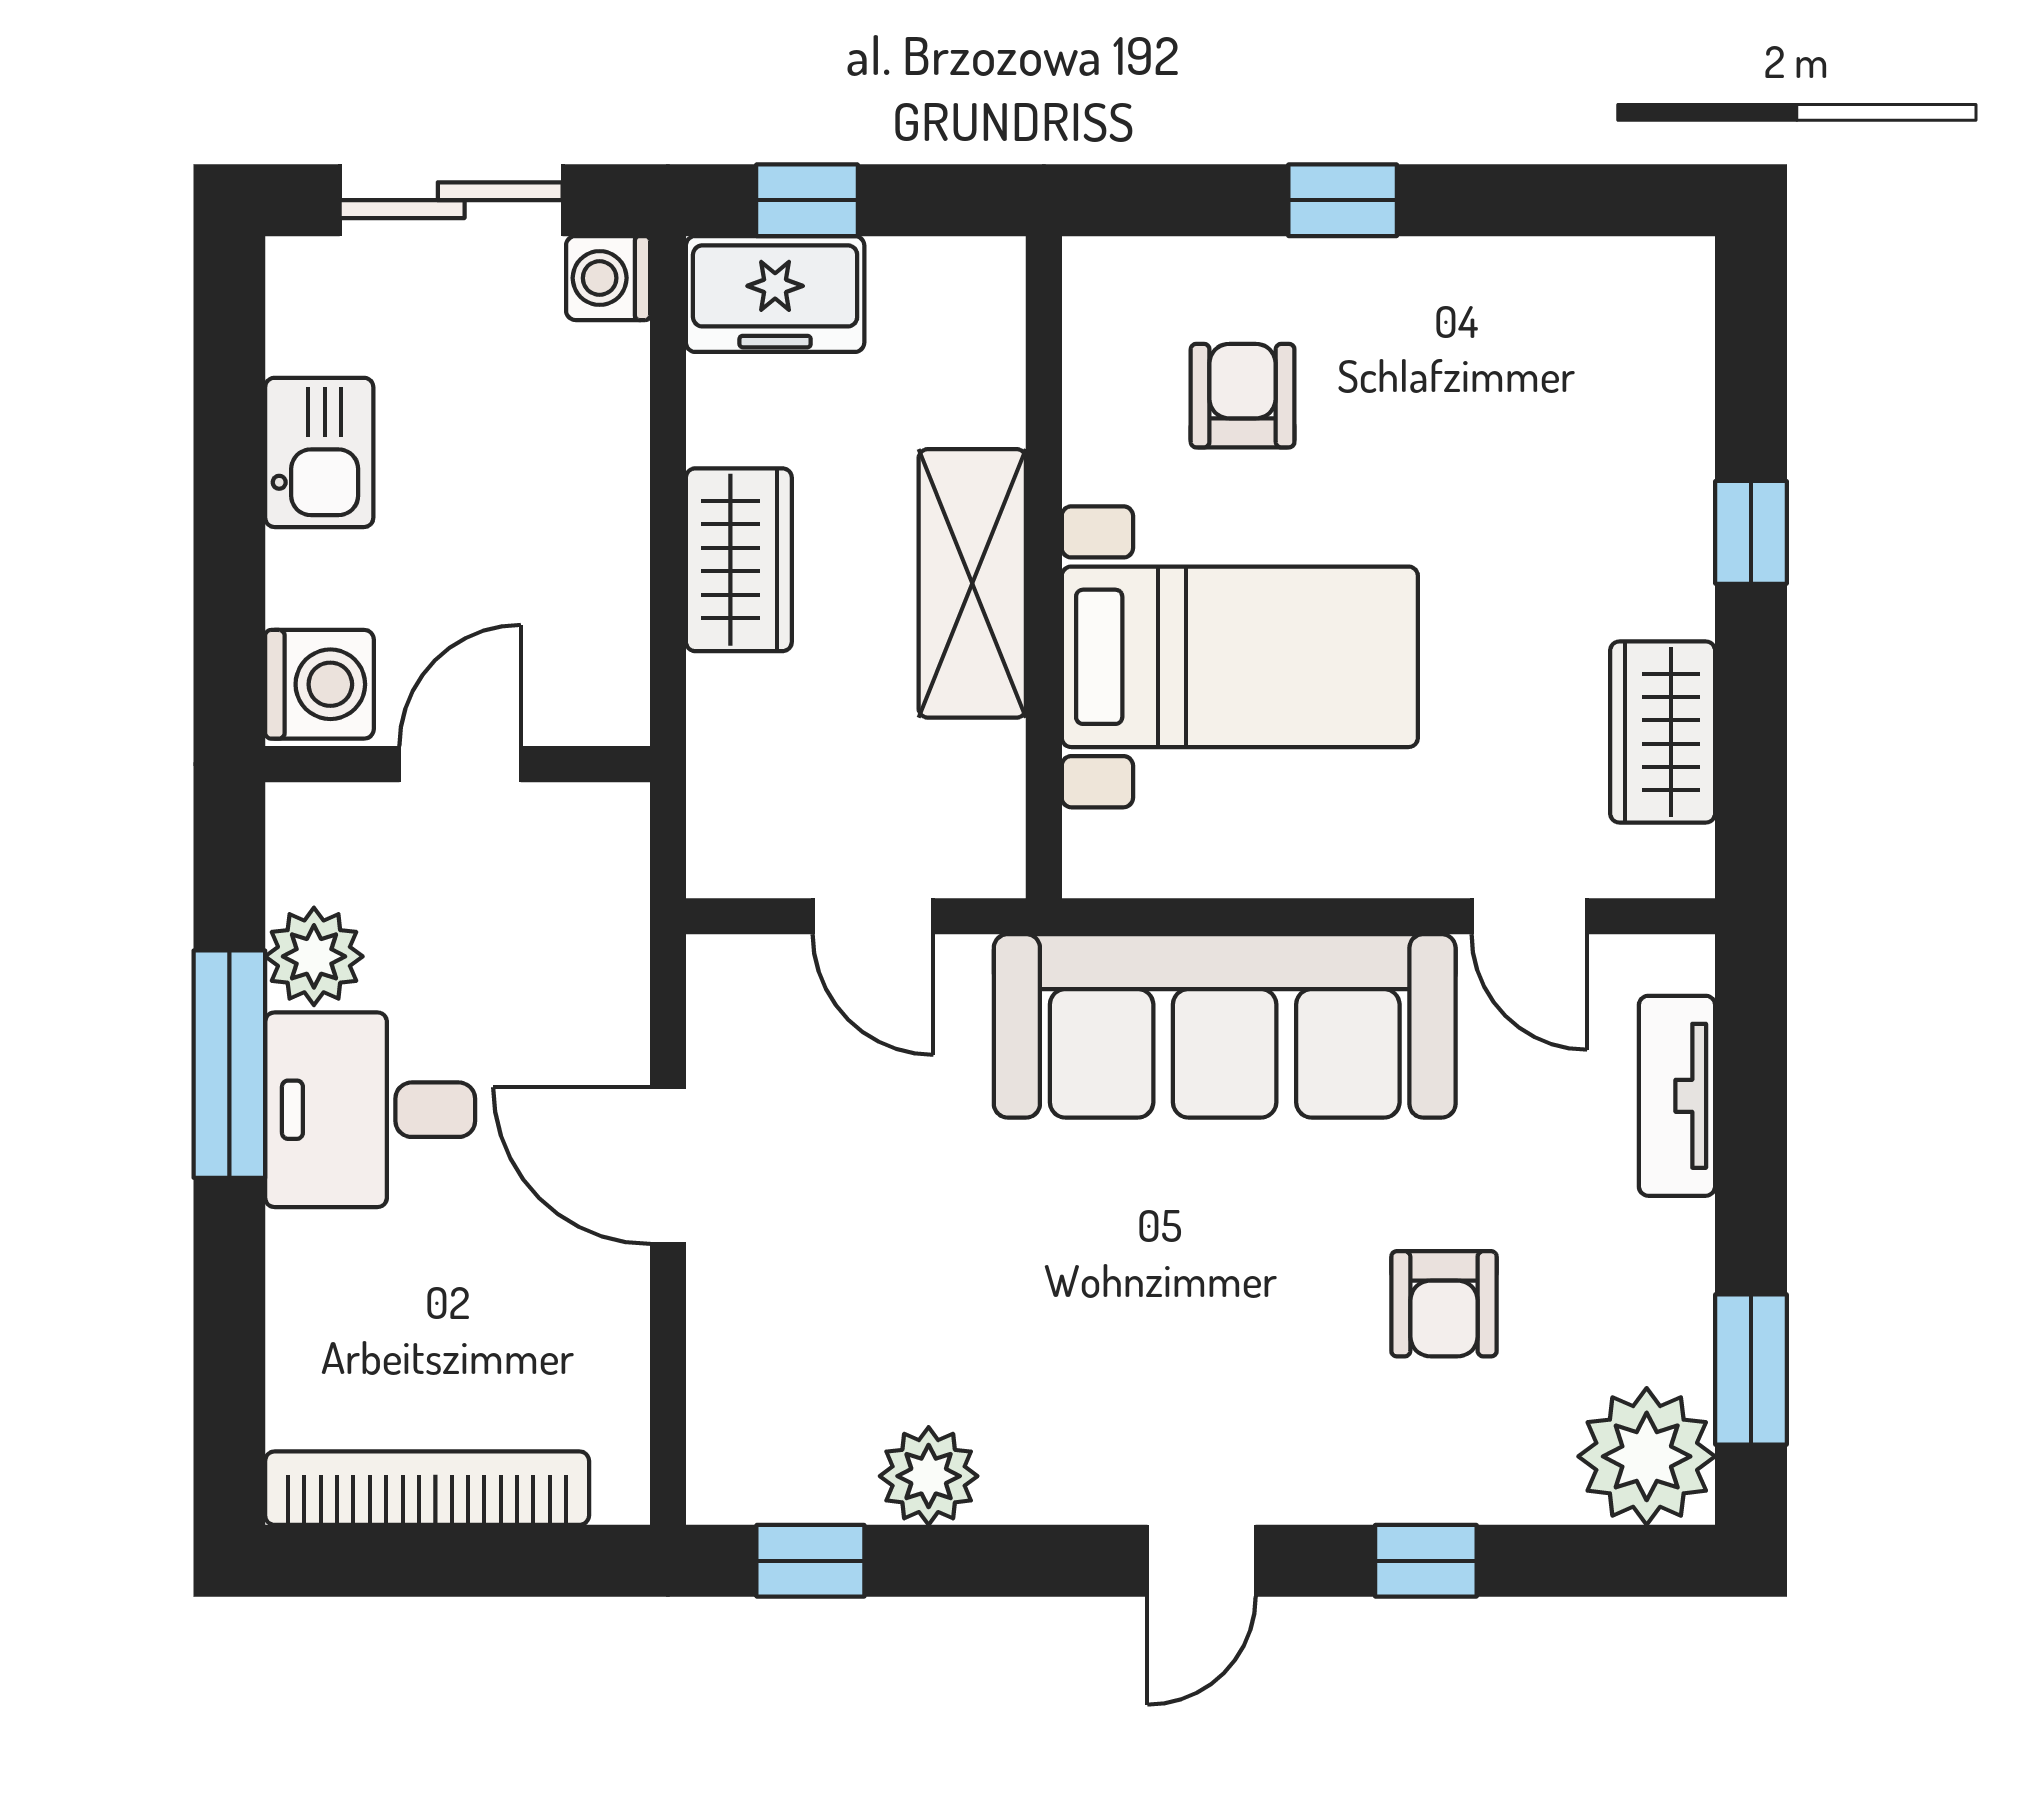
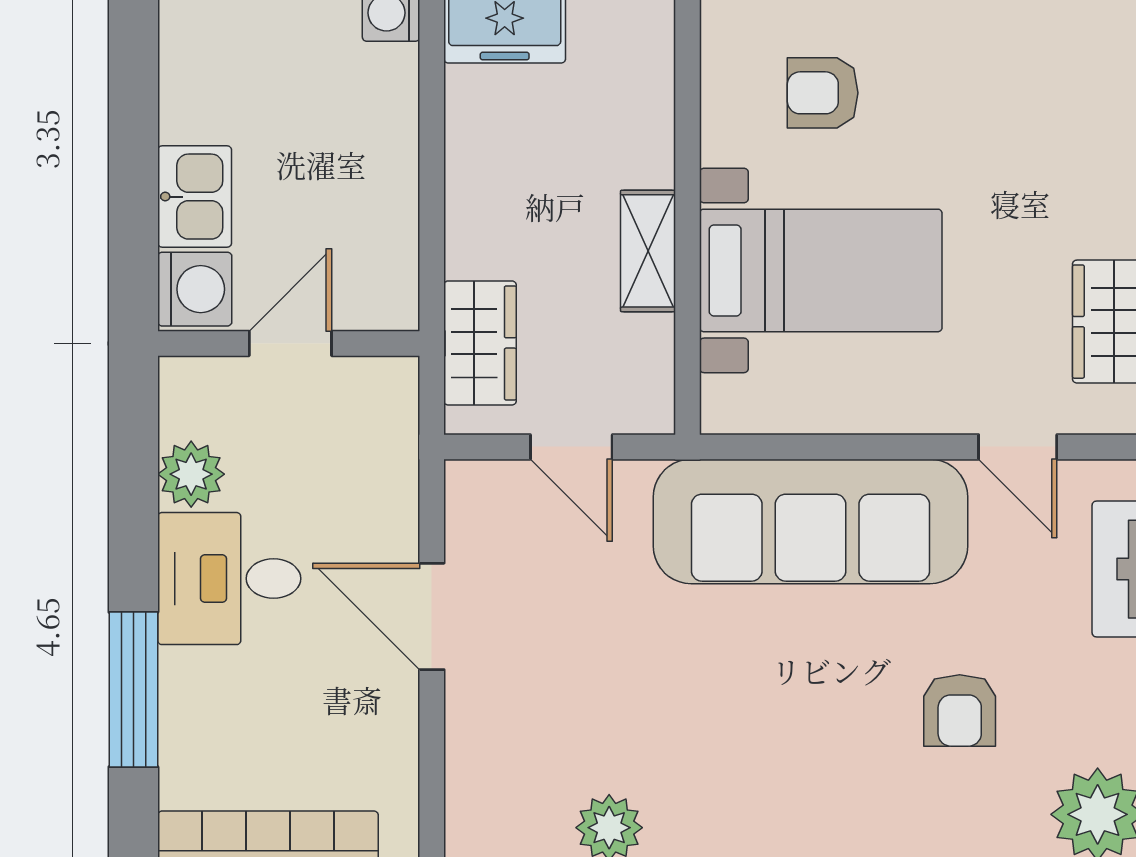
armchair: (1243, 396) -> (823, 93), turned -90
kitchen sink: (319, 452) -> (195, 197), moved
wardrobe: (739, 560) -> (480, 343), moved
shelving: (972, 583) -> (648, 251), width x0.67, depth x0.75
window: (229, 1064) -> (133, 689), moved

